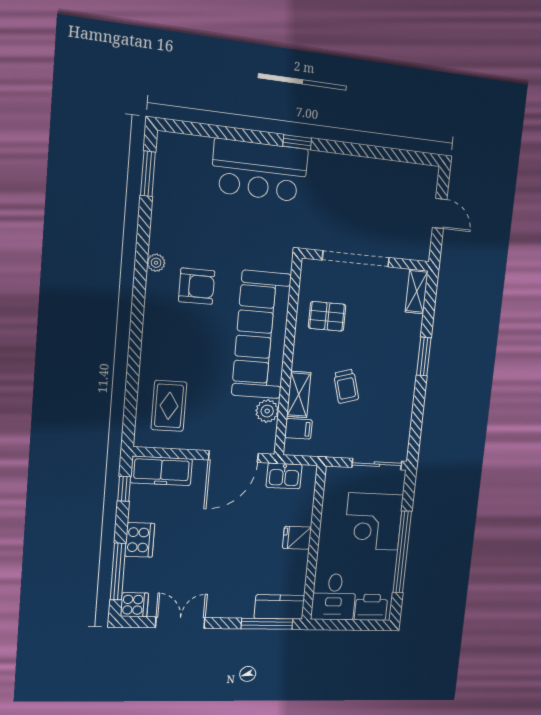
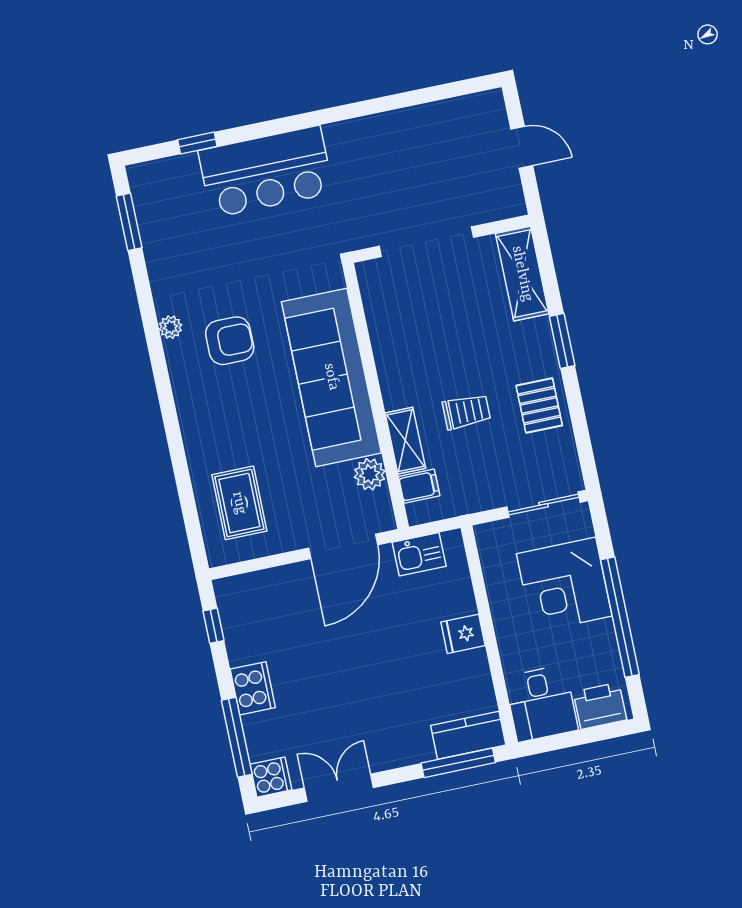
window: (297, 142) -> (197, 143), moved
shelving: (417, 291) -> (522, 274), width x1.50, depth x1.33
pallet: (327, 316) -> (539, 406), moved, turned 90
trolley: (346, 386) -> (466, 412), turned -74
freezer: (161, 471) -> (254, 590), removed

